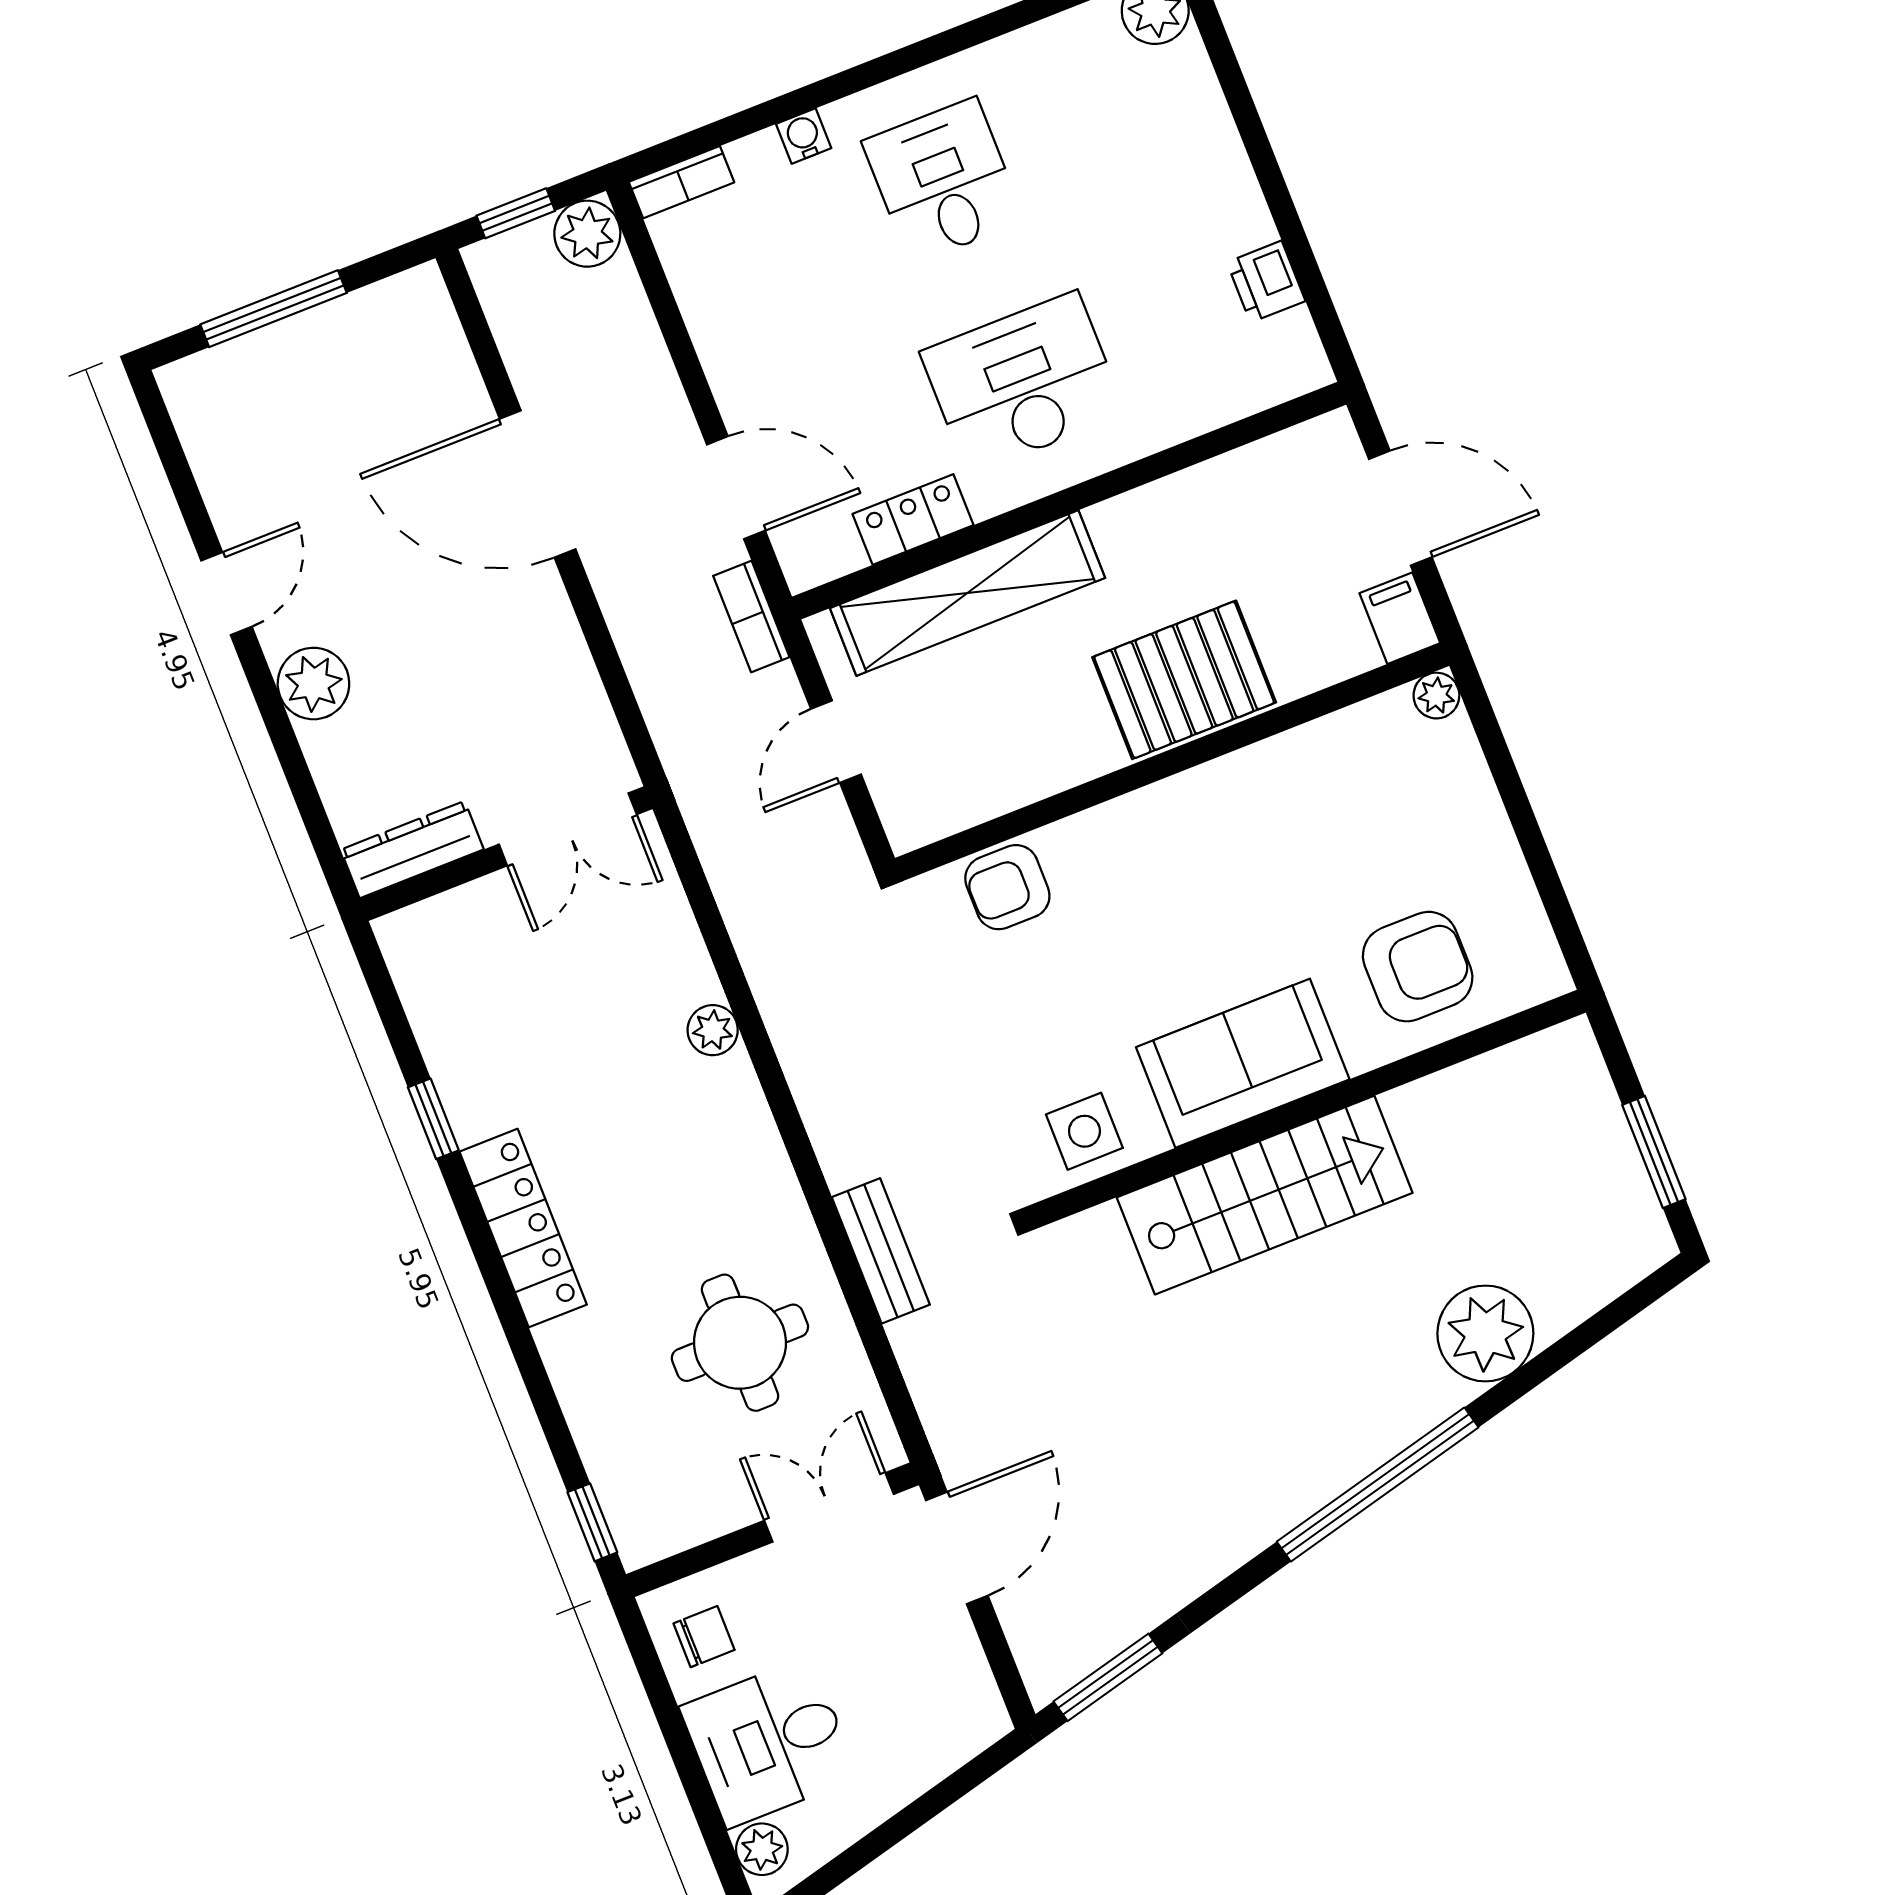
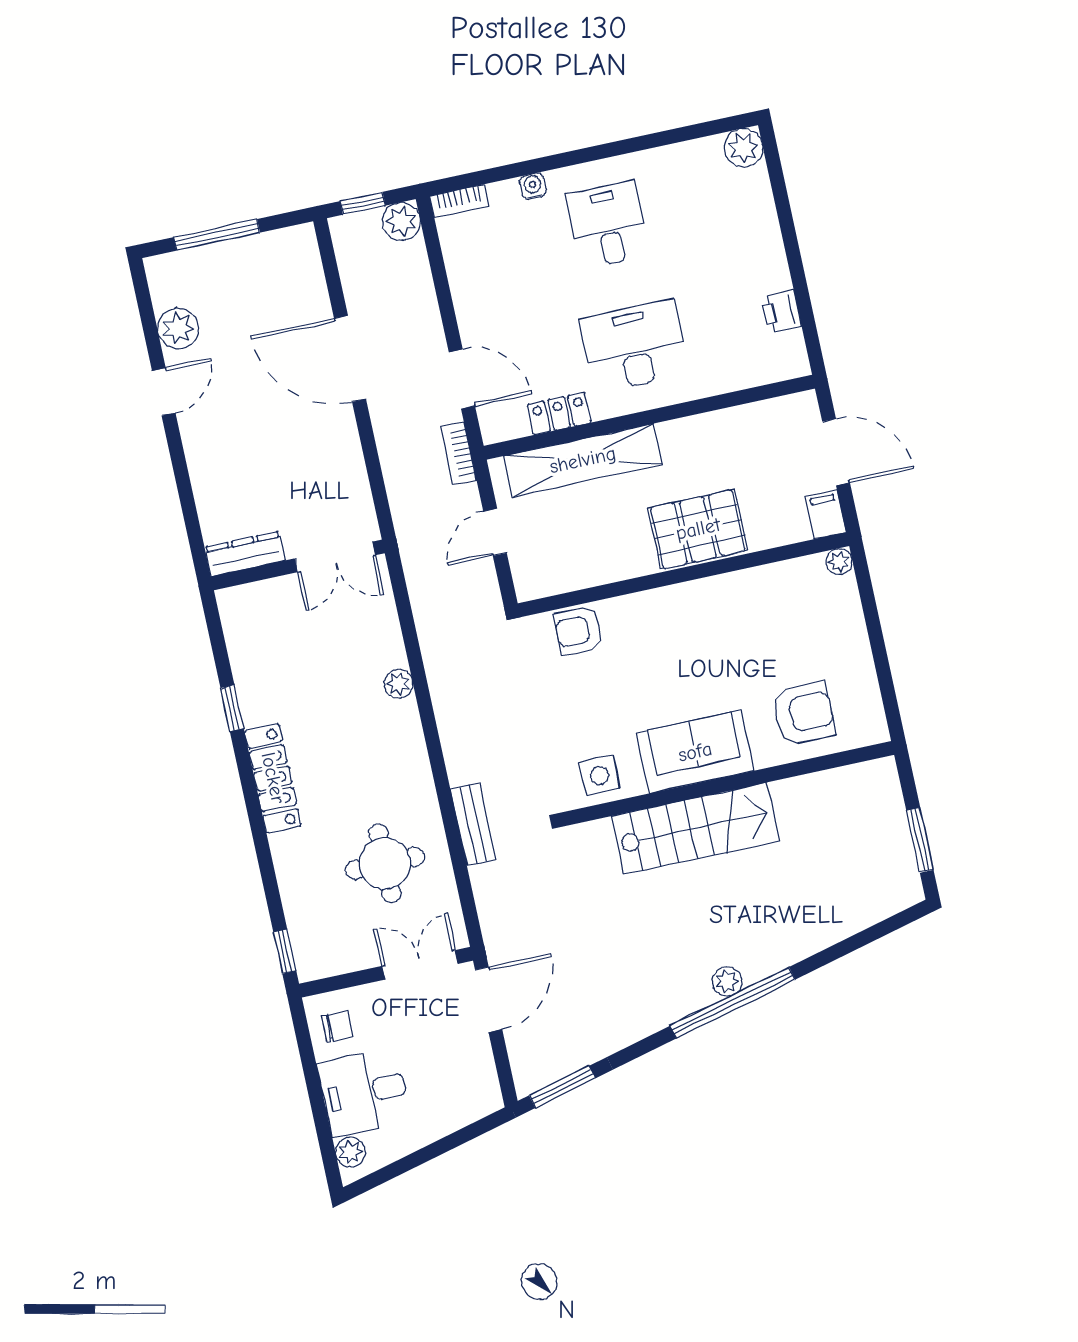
plant: (313, 684) -> (178, 328), moved
plant: (1485, 1333) -> (727, 981), moved, width x0.53, depth x0.53

